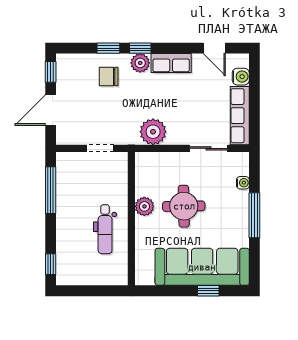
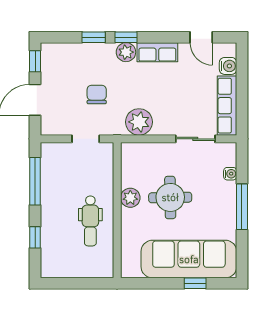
chair: (109, 77) -> (97, 94), moved, turned 90
window: (51, 264) -> (35, 237), moved

